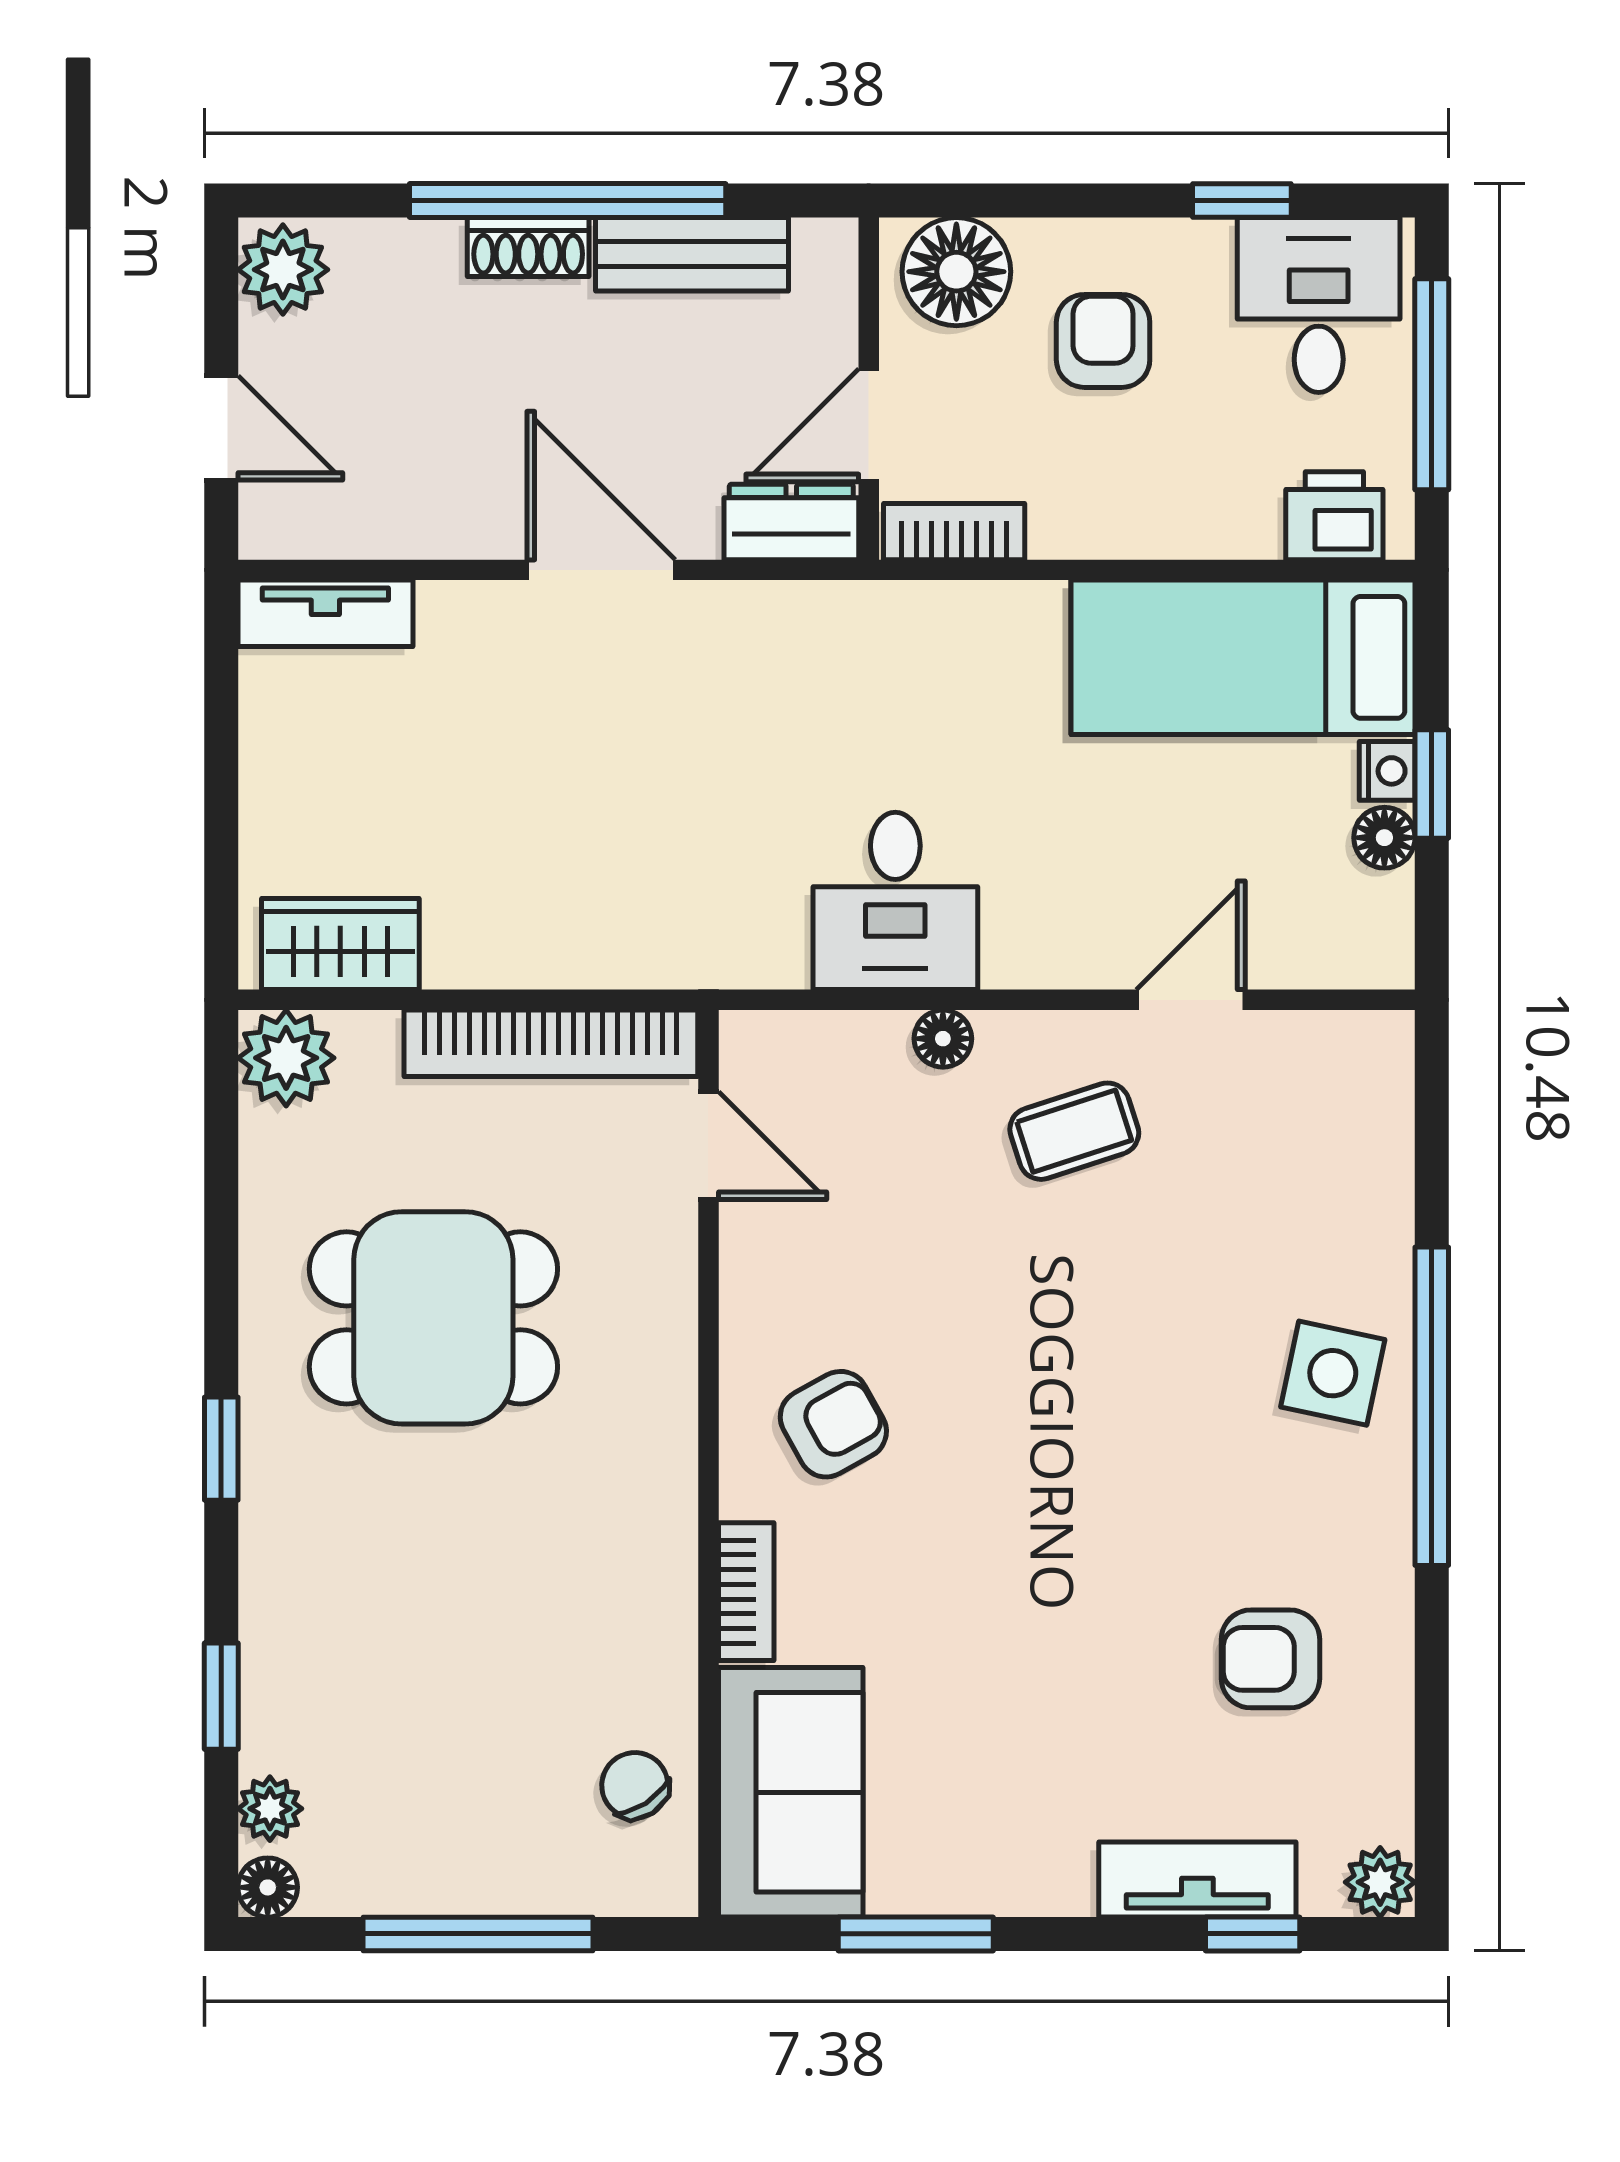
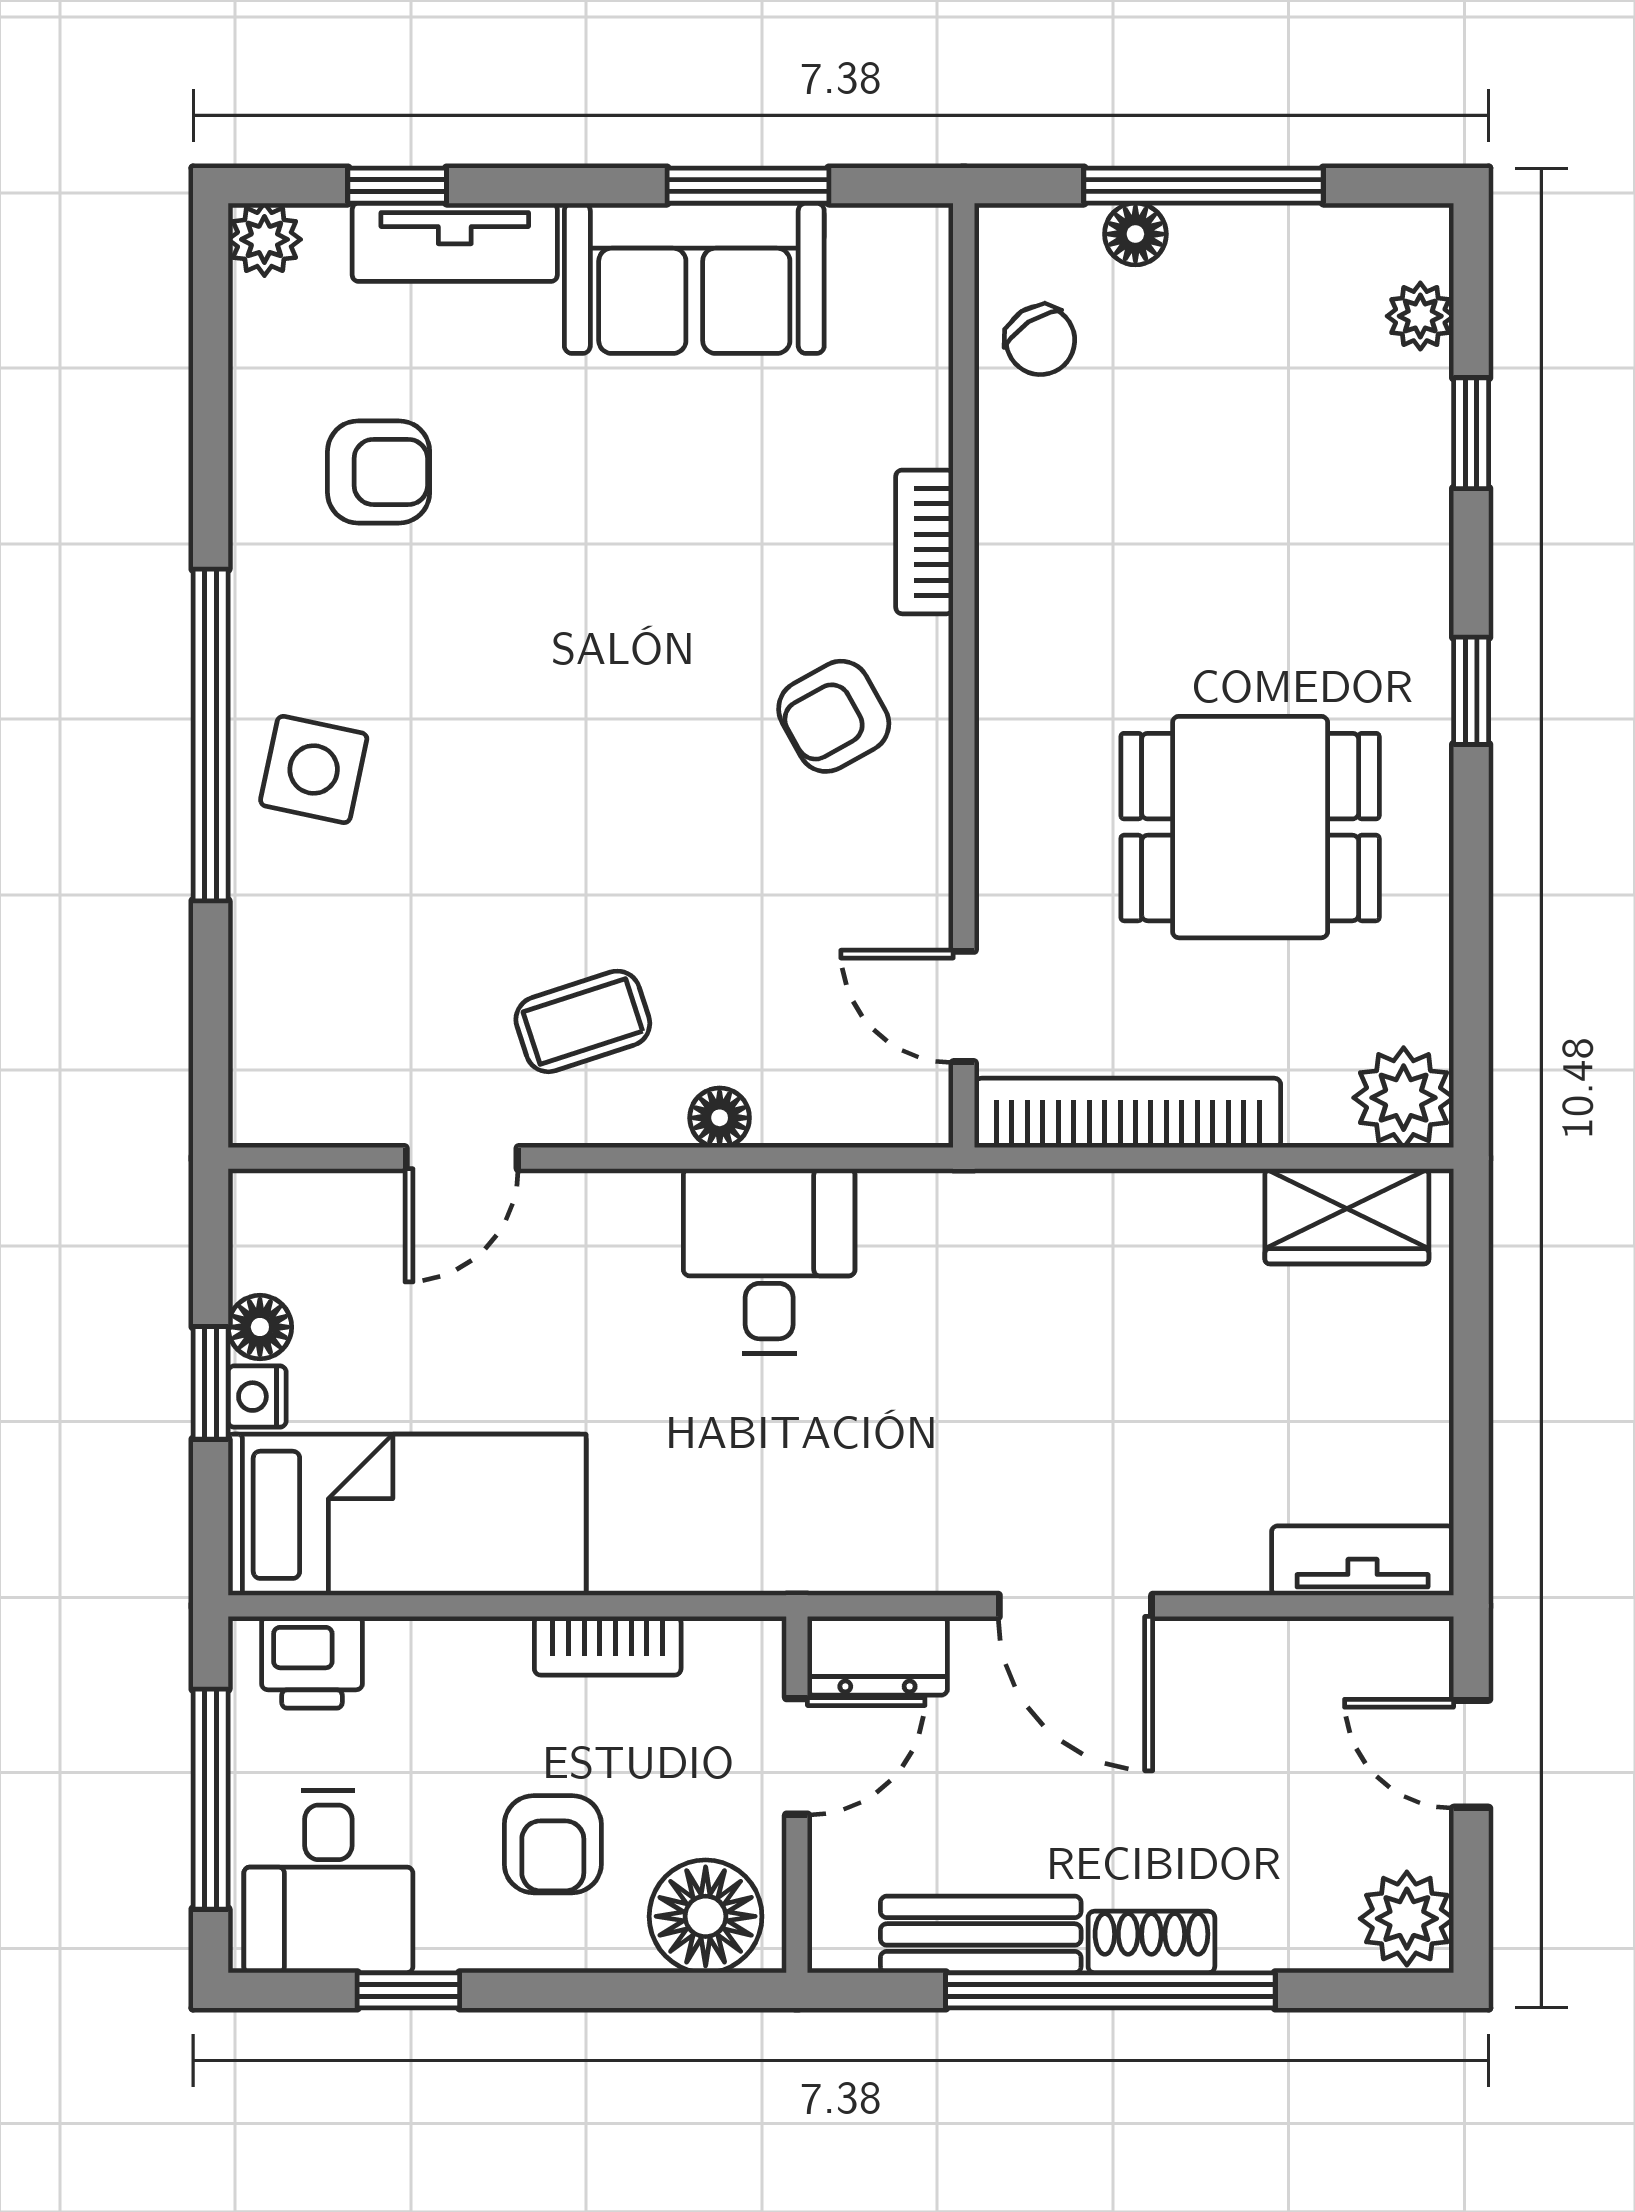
bookcase: (954, 532) -> (608, 1646), moved
sofa: (791, 1792) -> (694, 278), moved, turned -90
floor lamp: (268, 1887) -> (1135, 234), moved

